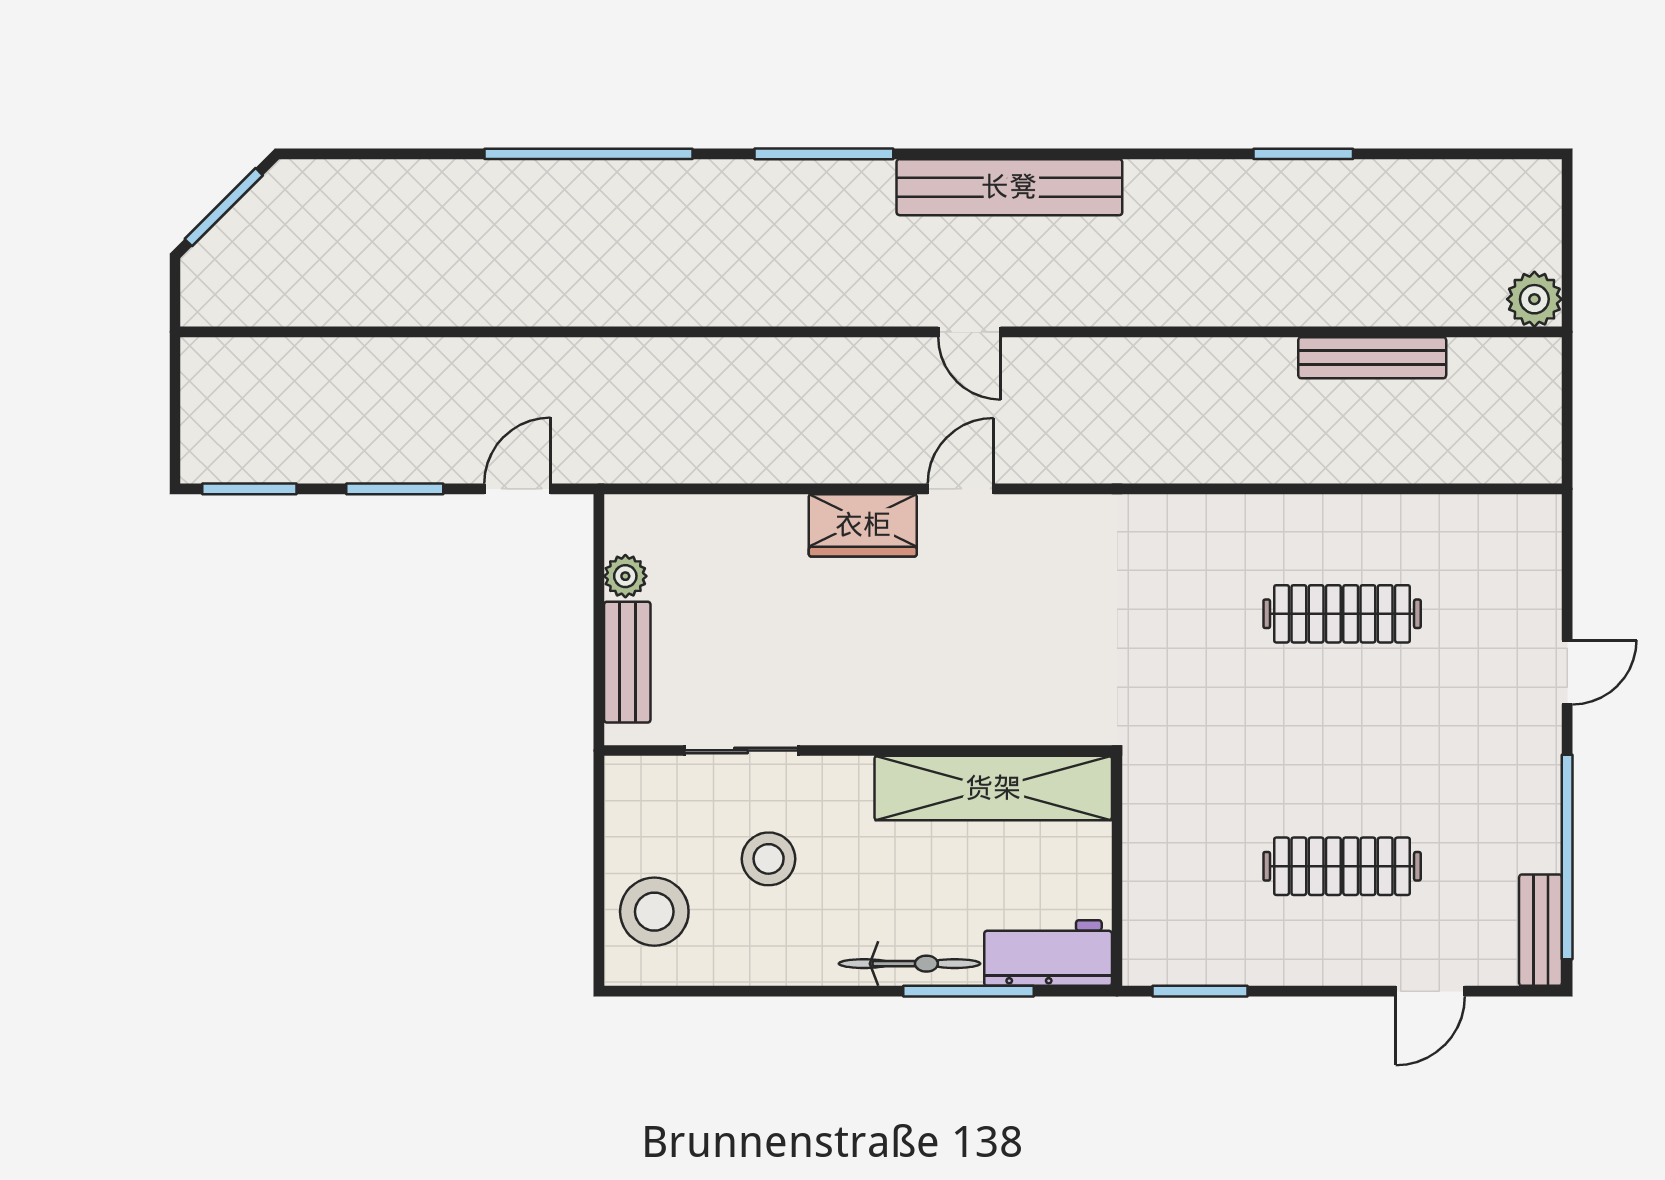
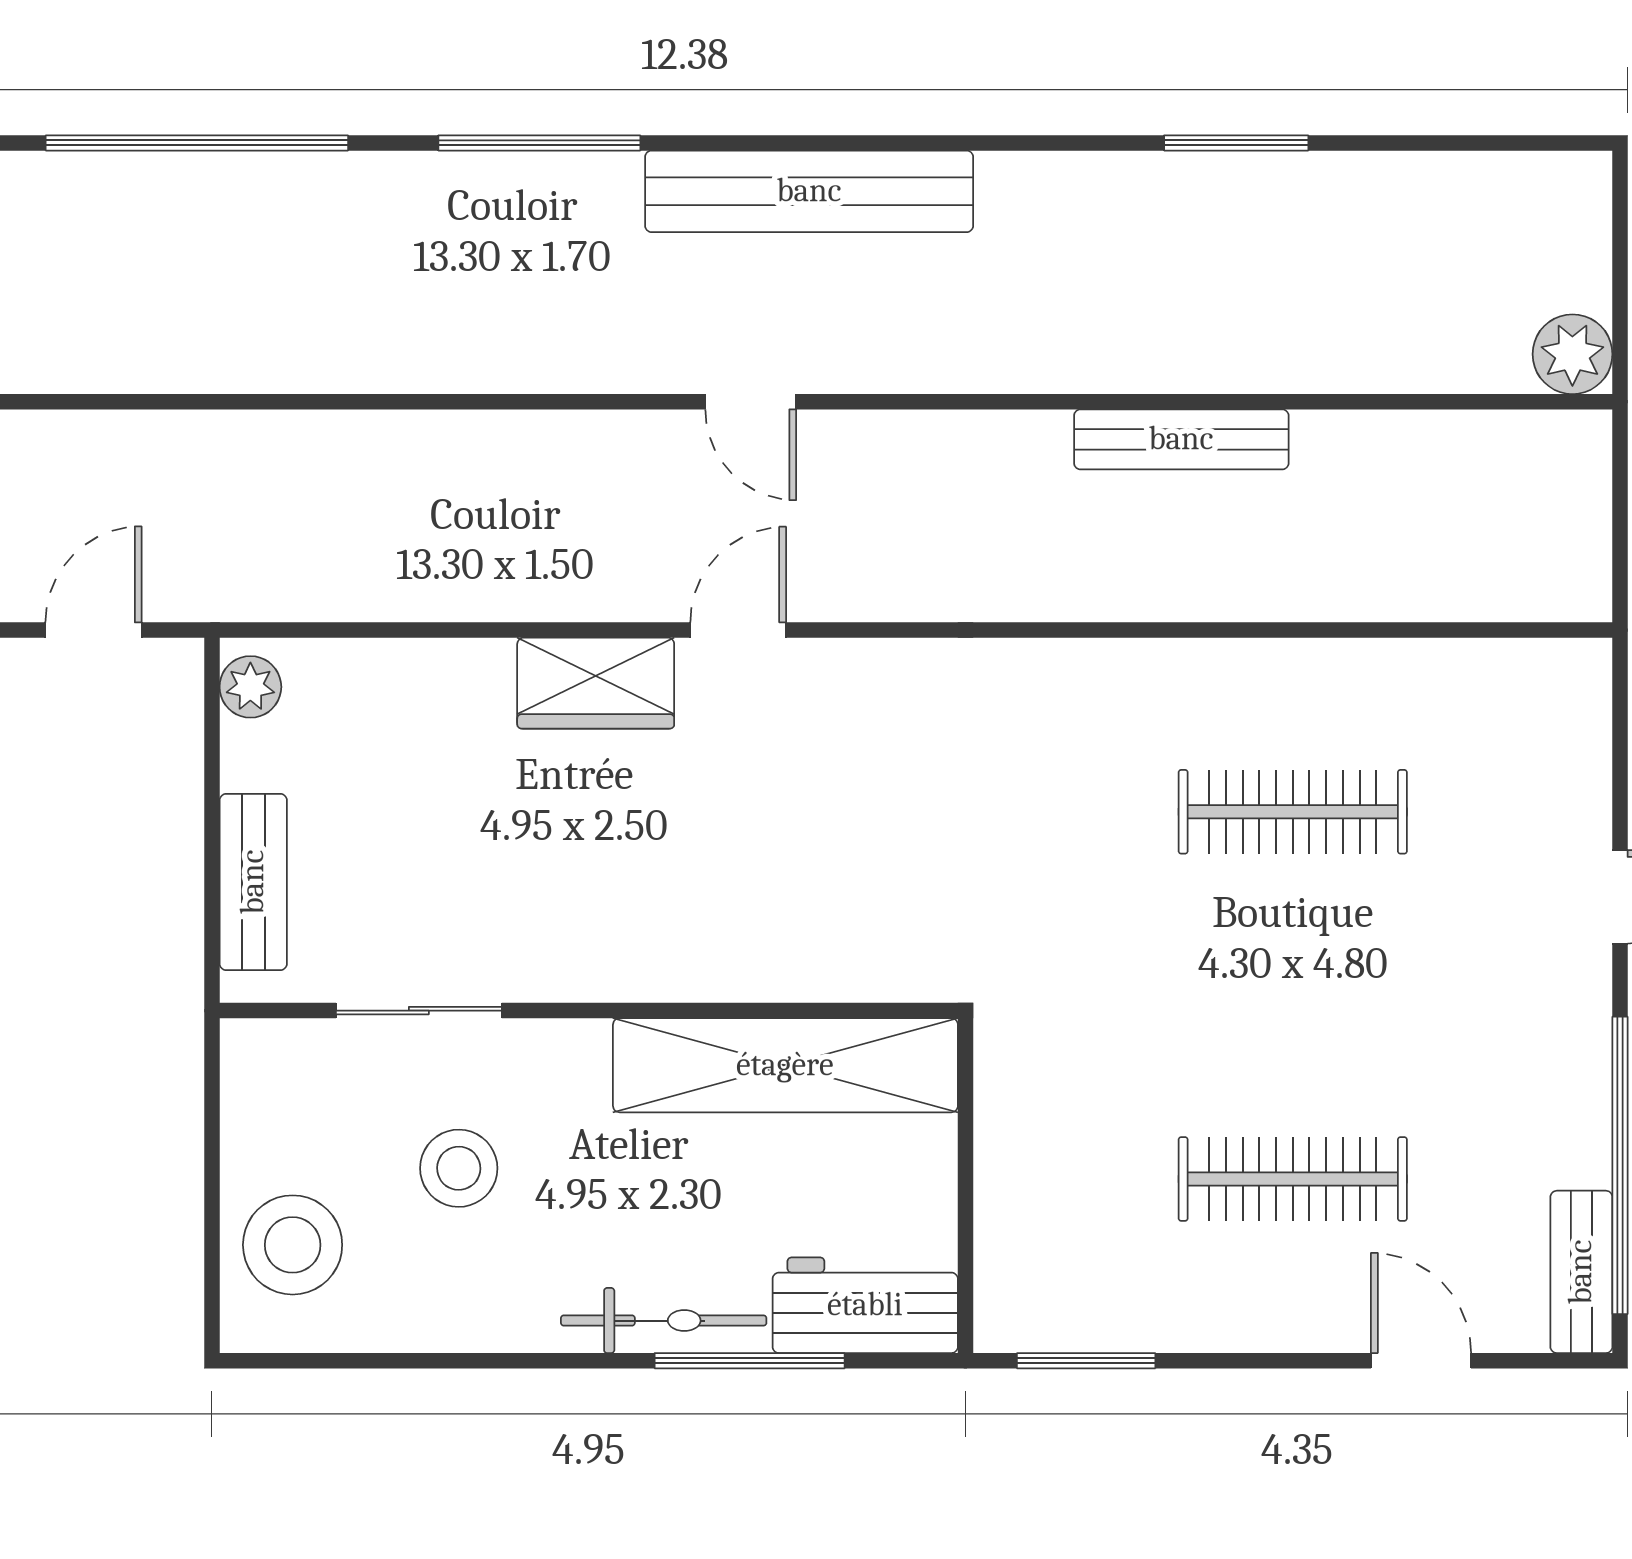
bench: (1372, 358) -> (1181, 439), moved
plant: (625, 576) -> (250, 687), moved
door: (1430, 991) -> (1421, 1361), swing flipped

